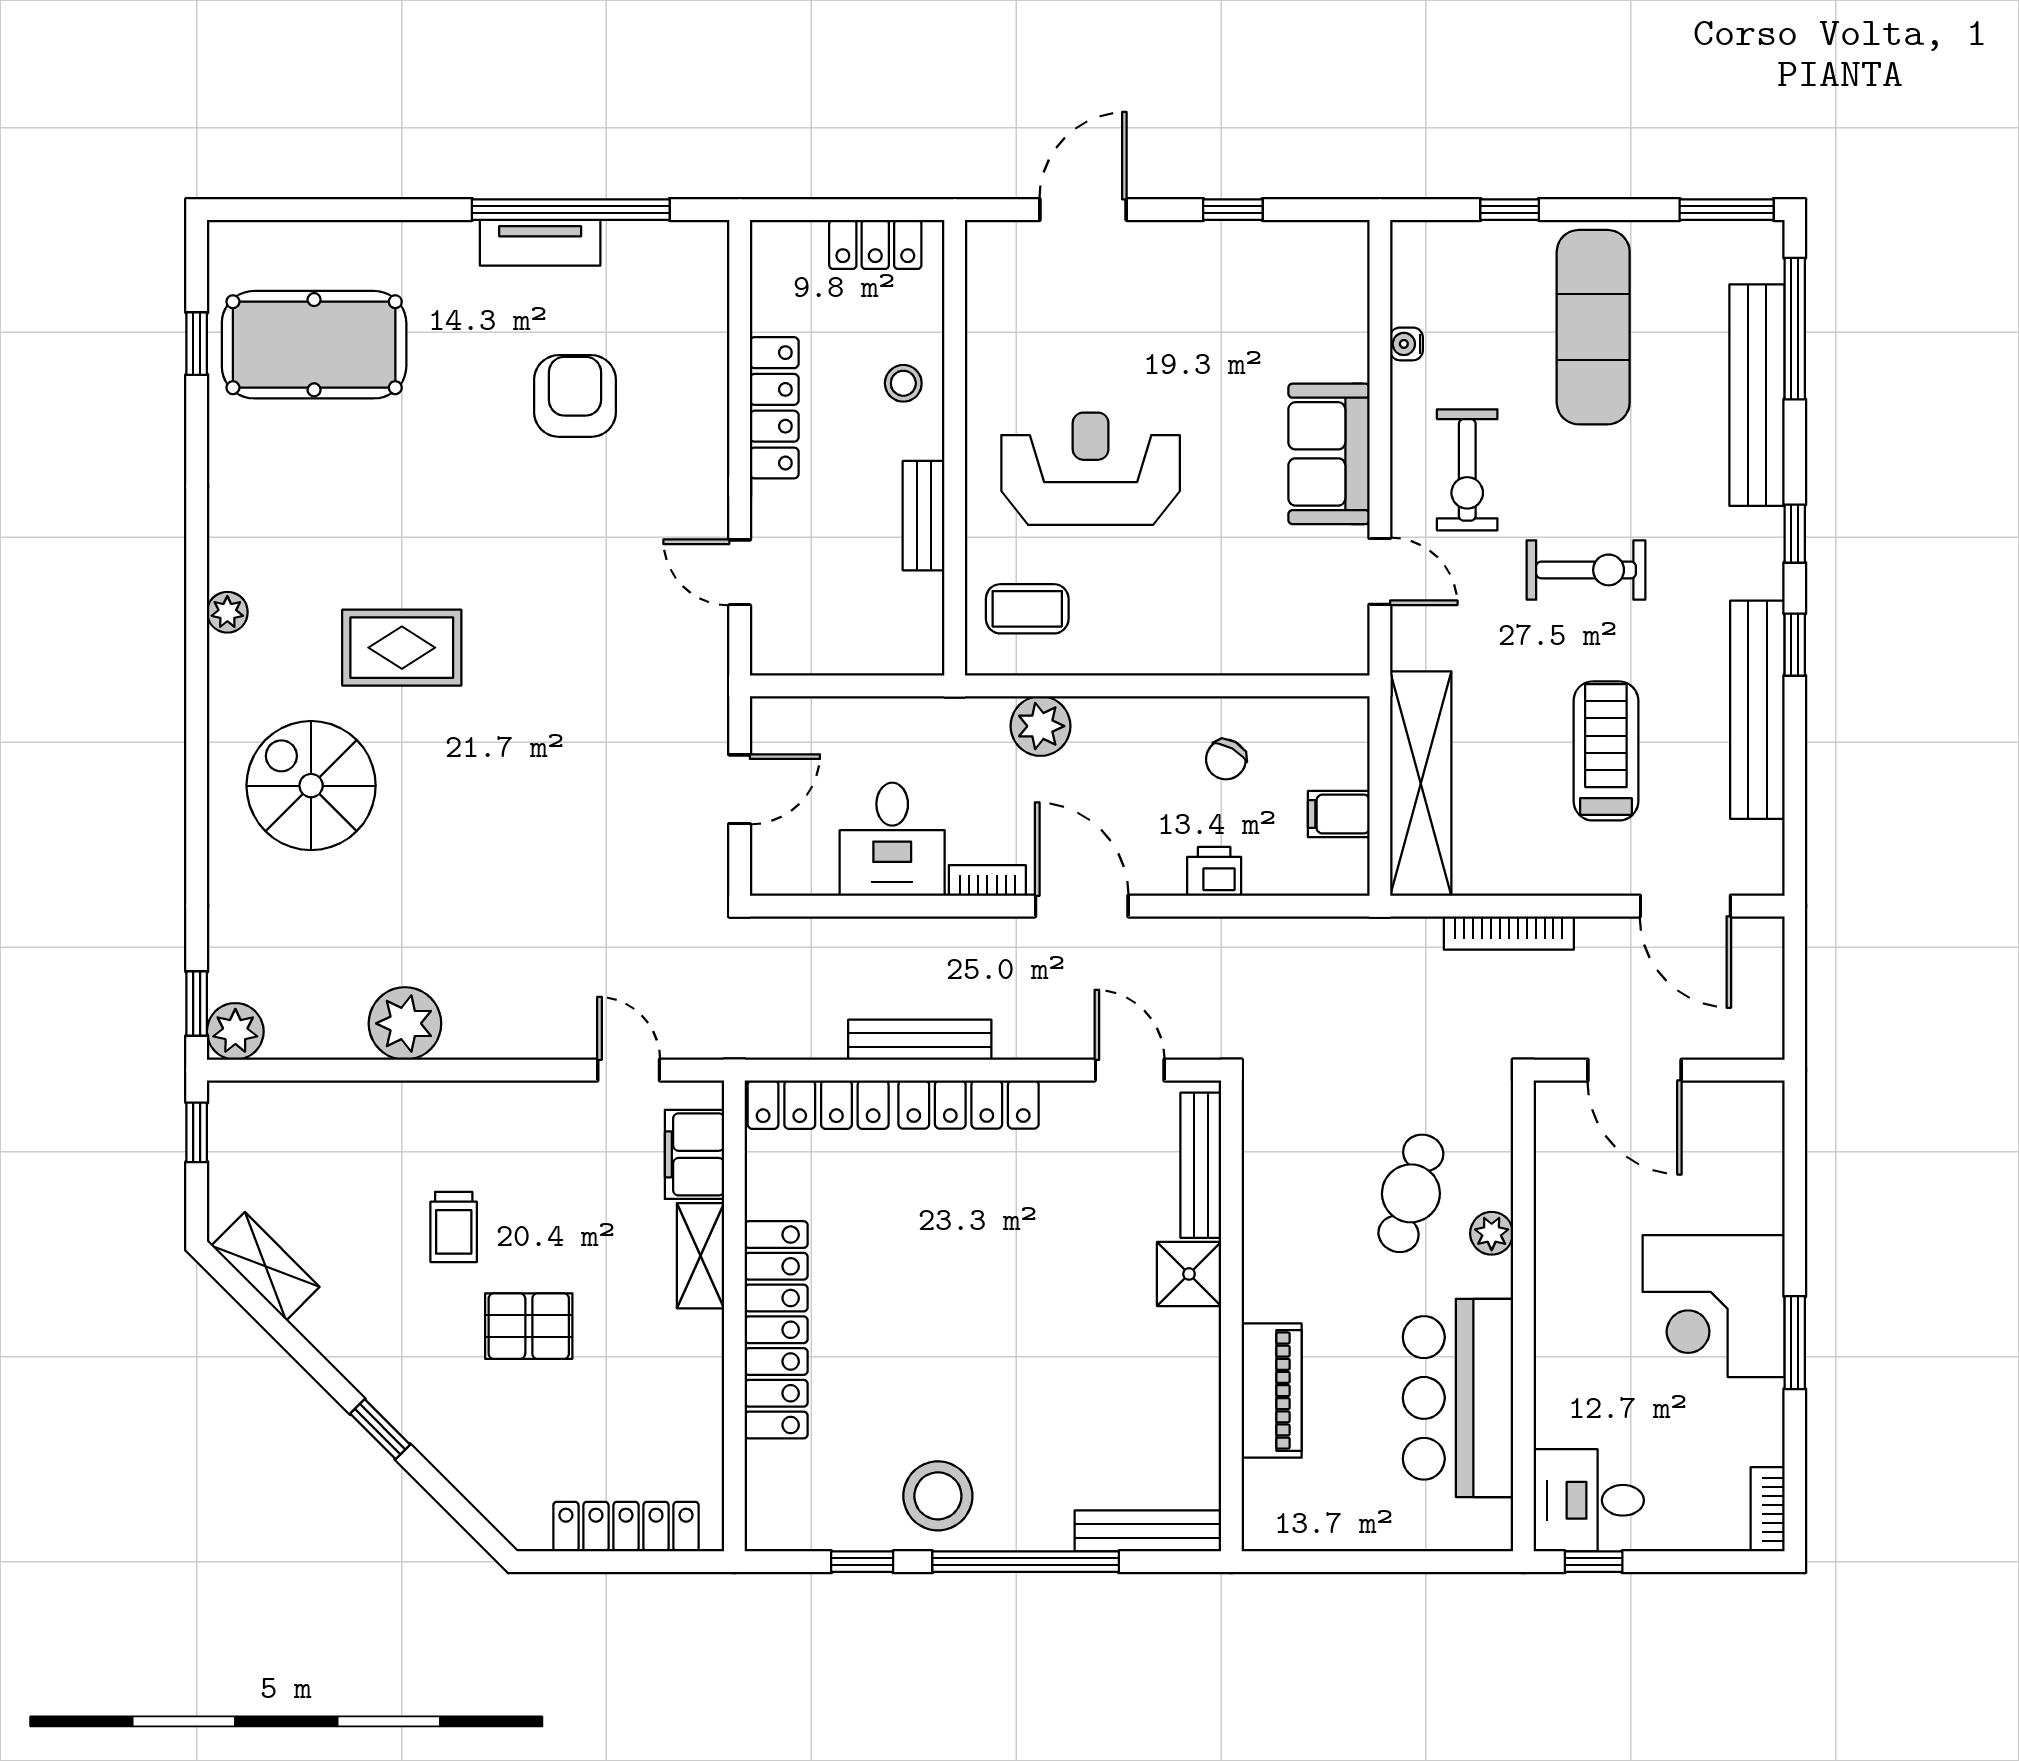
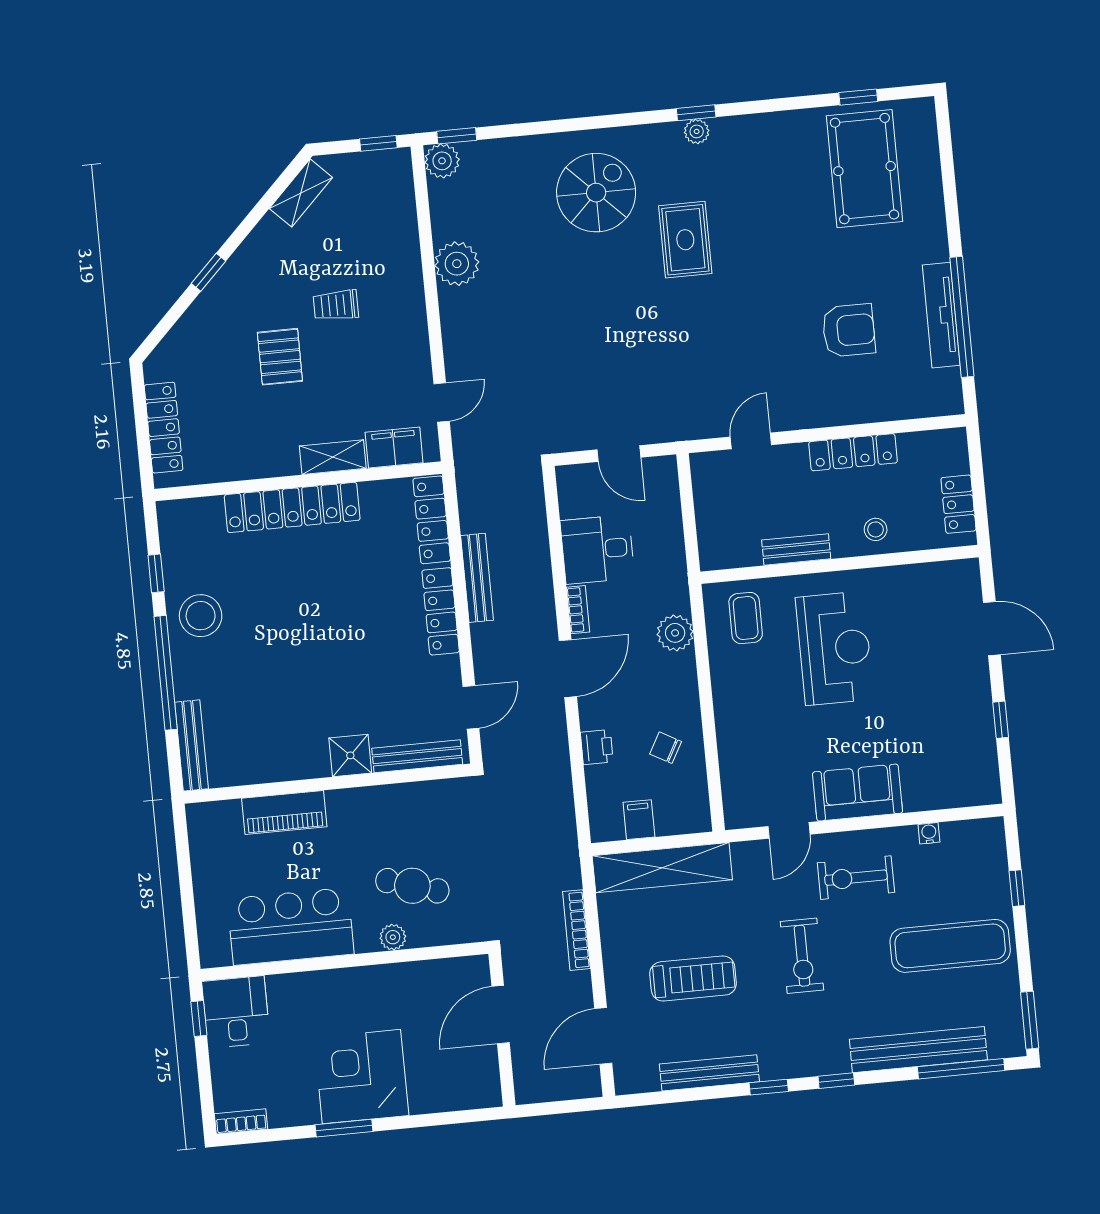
tv unit: (540, 243) -> (941, 315), width x1.41
window: (197, 610) -> (696, 113), added
bench: (1757, 710) -> (709, 1073), width x0.73, depth x0.82

